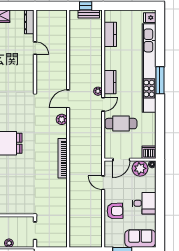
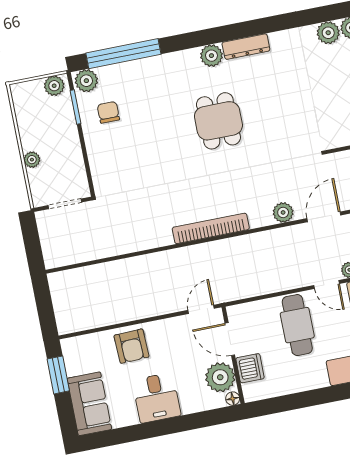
door: (68, 99) -> (324, 217), hinge flipped
dishwasher: (149, 152) -> (250, 368), moved
door: (103, 183) -> (201, 309), moved

